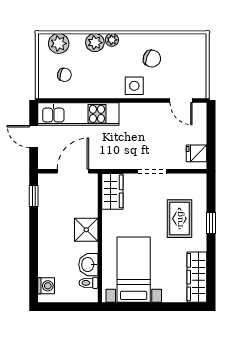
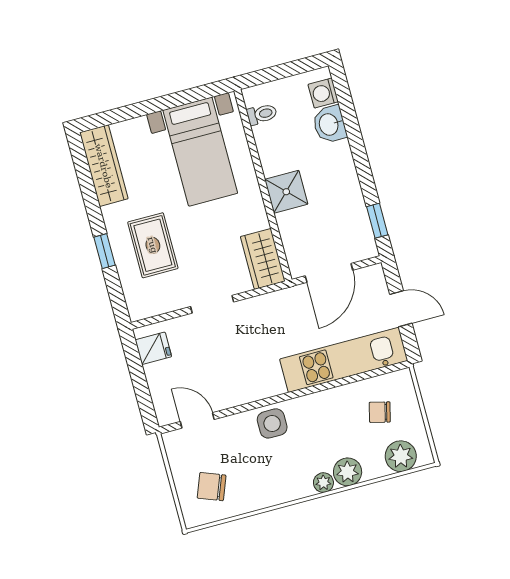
chair: (152, 59) -> (212, 487), moved
washbasin: (88, 265) -> (329, 124), moved, turned 180

